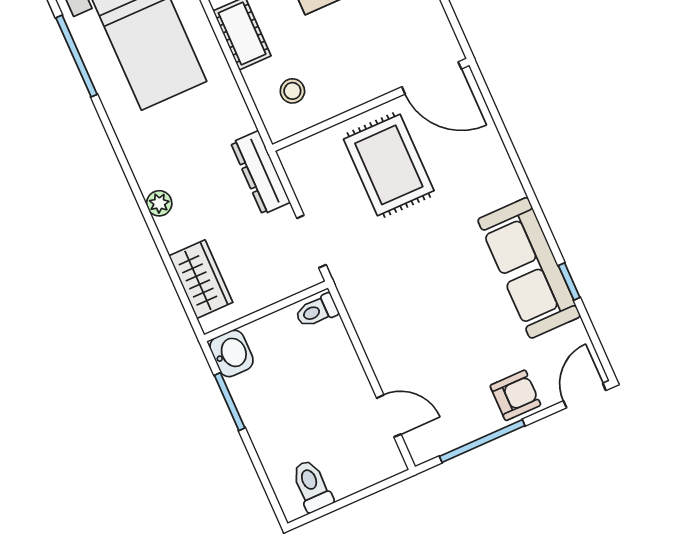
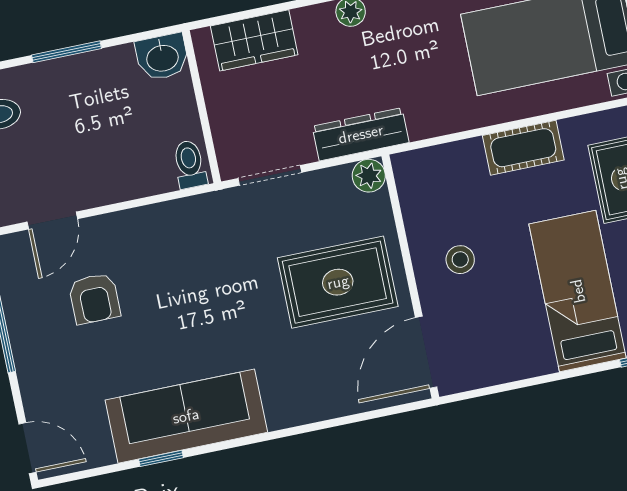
stool: (292, 91) -> (460, 260), moved
plant: (294, 158) -> (369, 176), added
armchair: (515, 395) -> (94, 298), moved
window: (230, 402) -> (66, 52), moved

